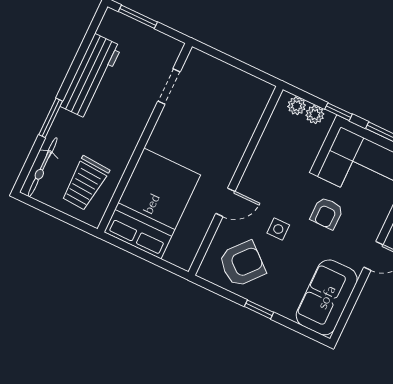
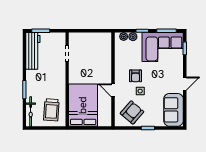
workbench: (91, 76) -> (33, 51), moved
door: (225, 202) -> (113, 90), swing flipped
armchair: (327, 213) -> (136, 76), moved

